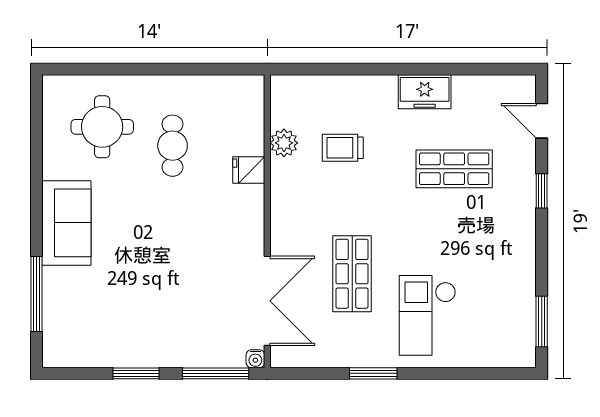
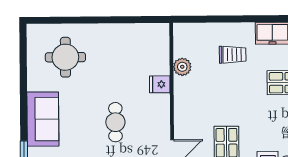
cafe table: (173, 146) -> (115, 122), moved
trolley: (343, 148) -> (233, 55), moved, turned 180

